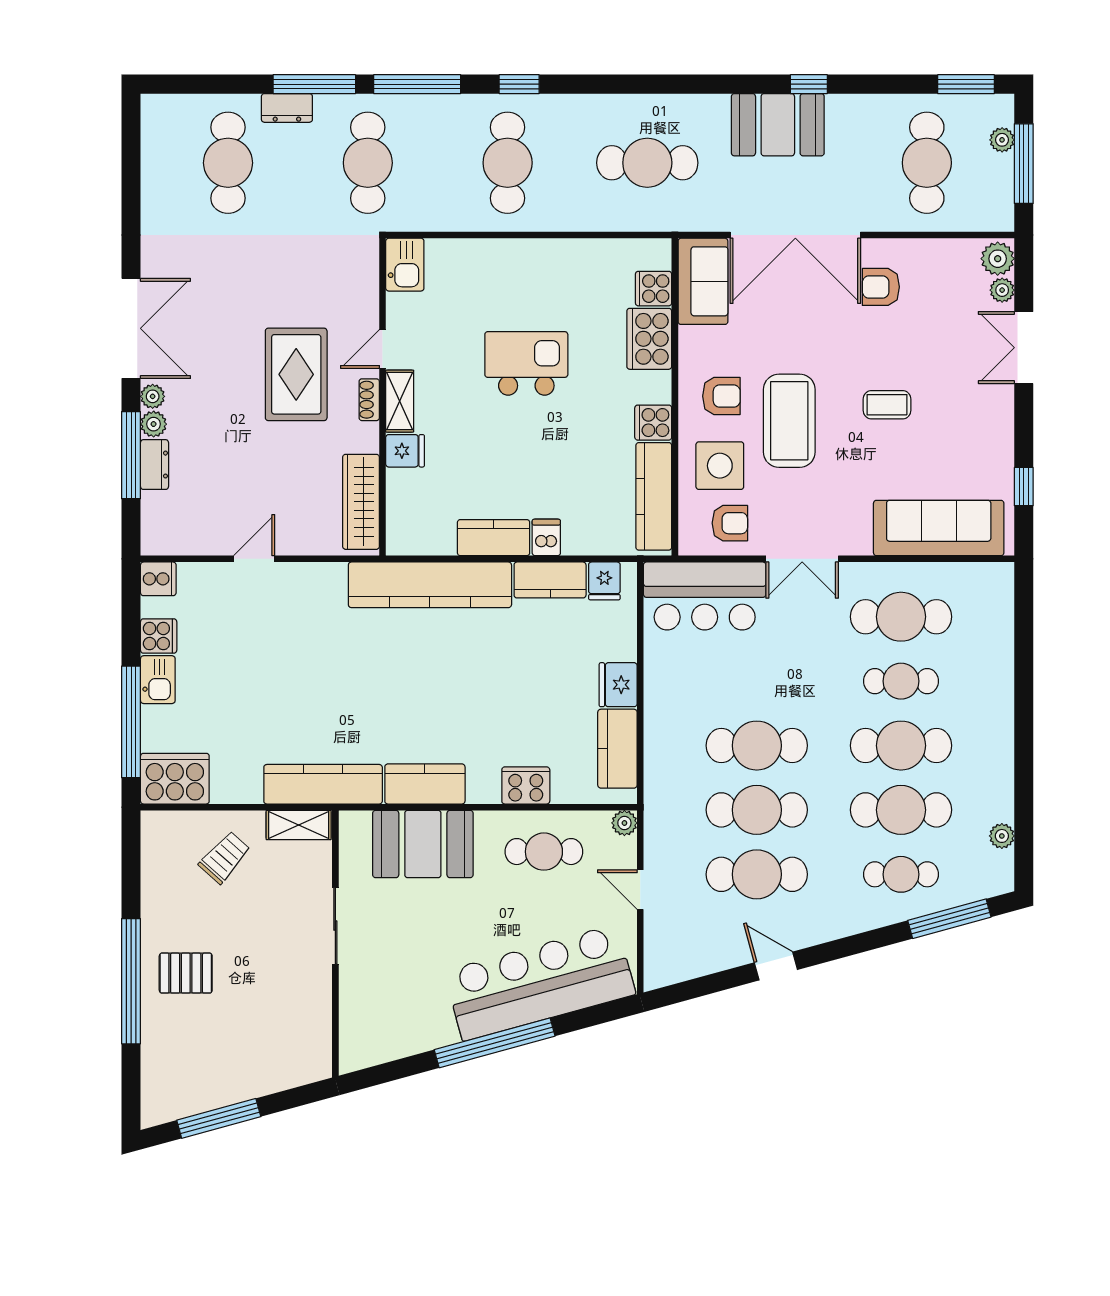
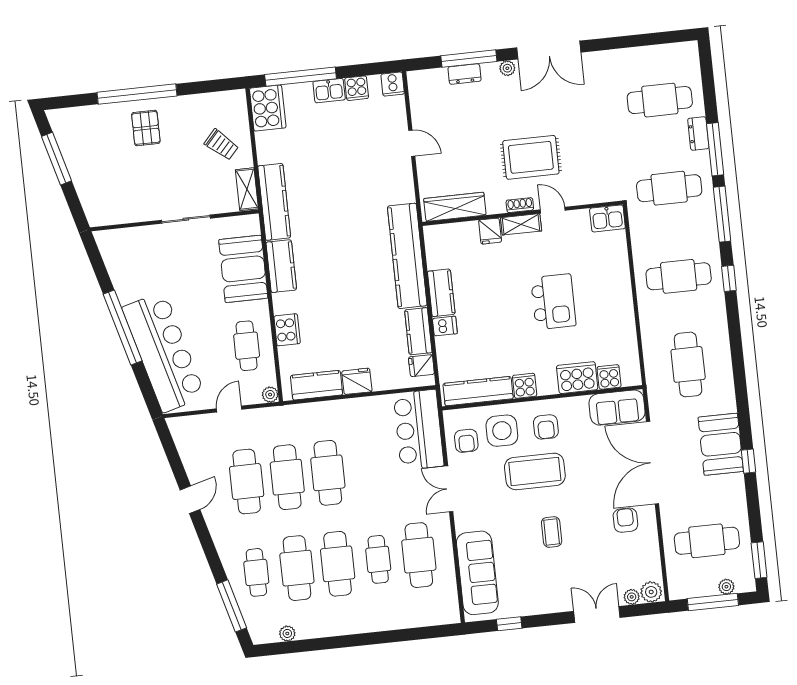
plant: (154, 424) -> (490, 71), removed

